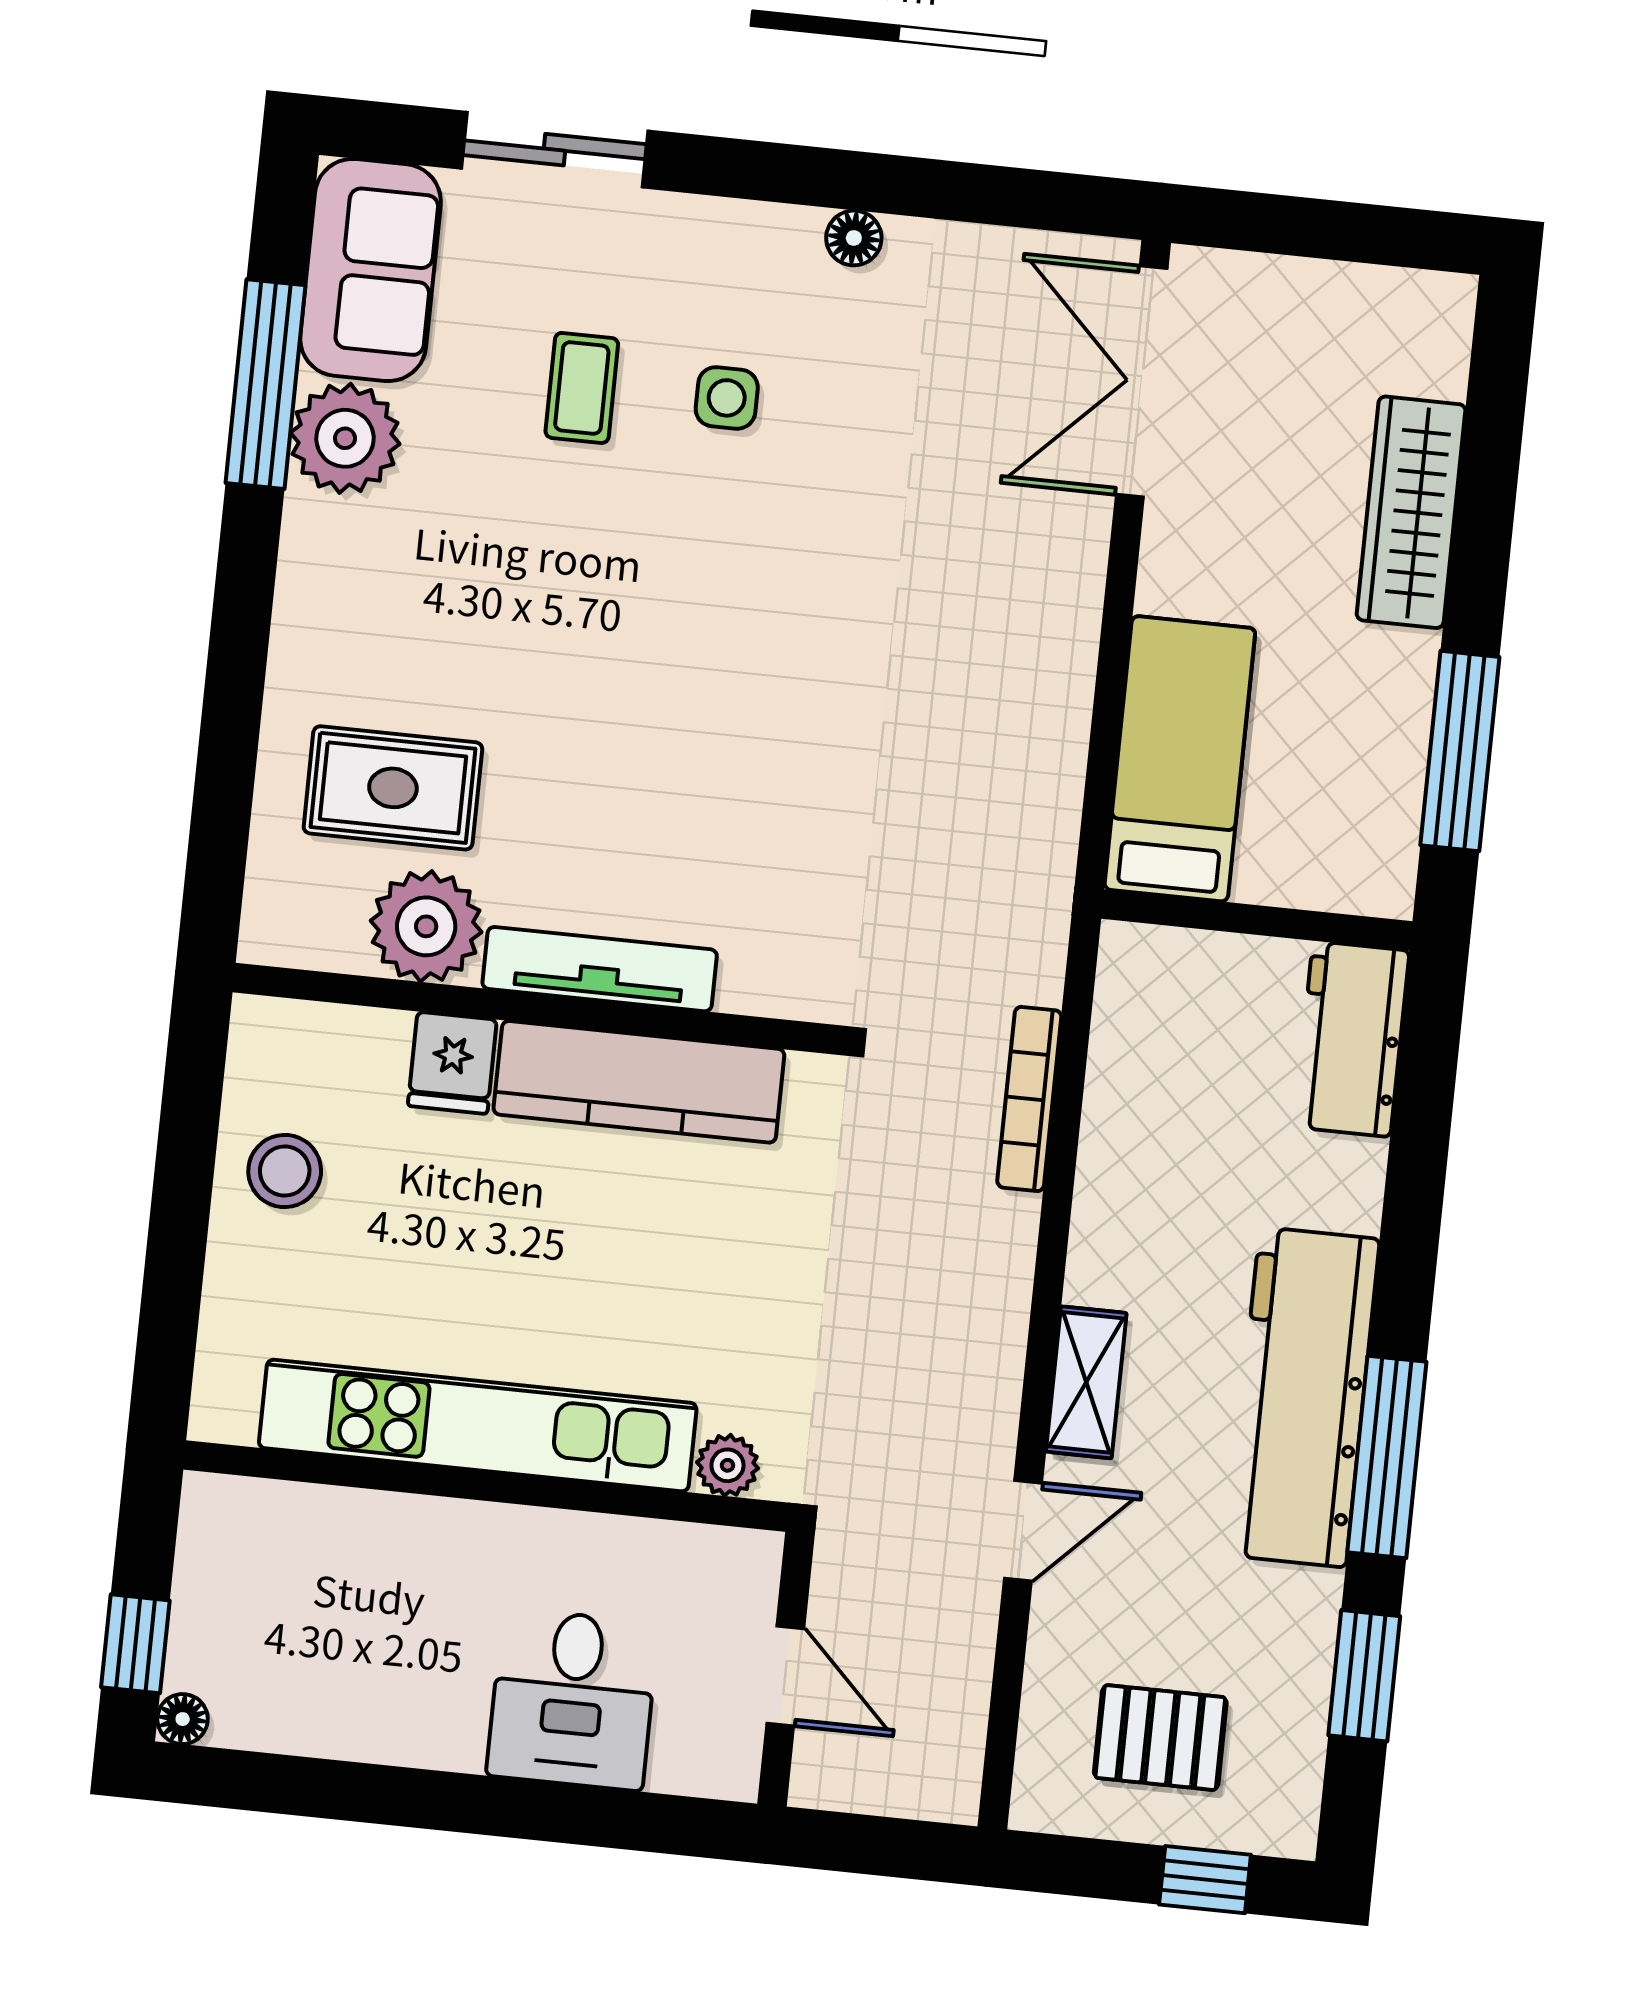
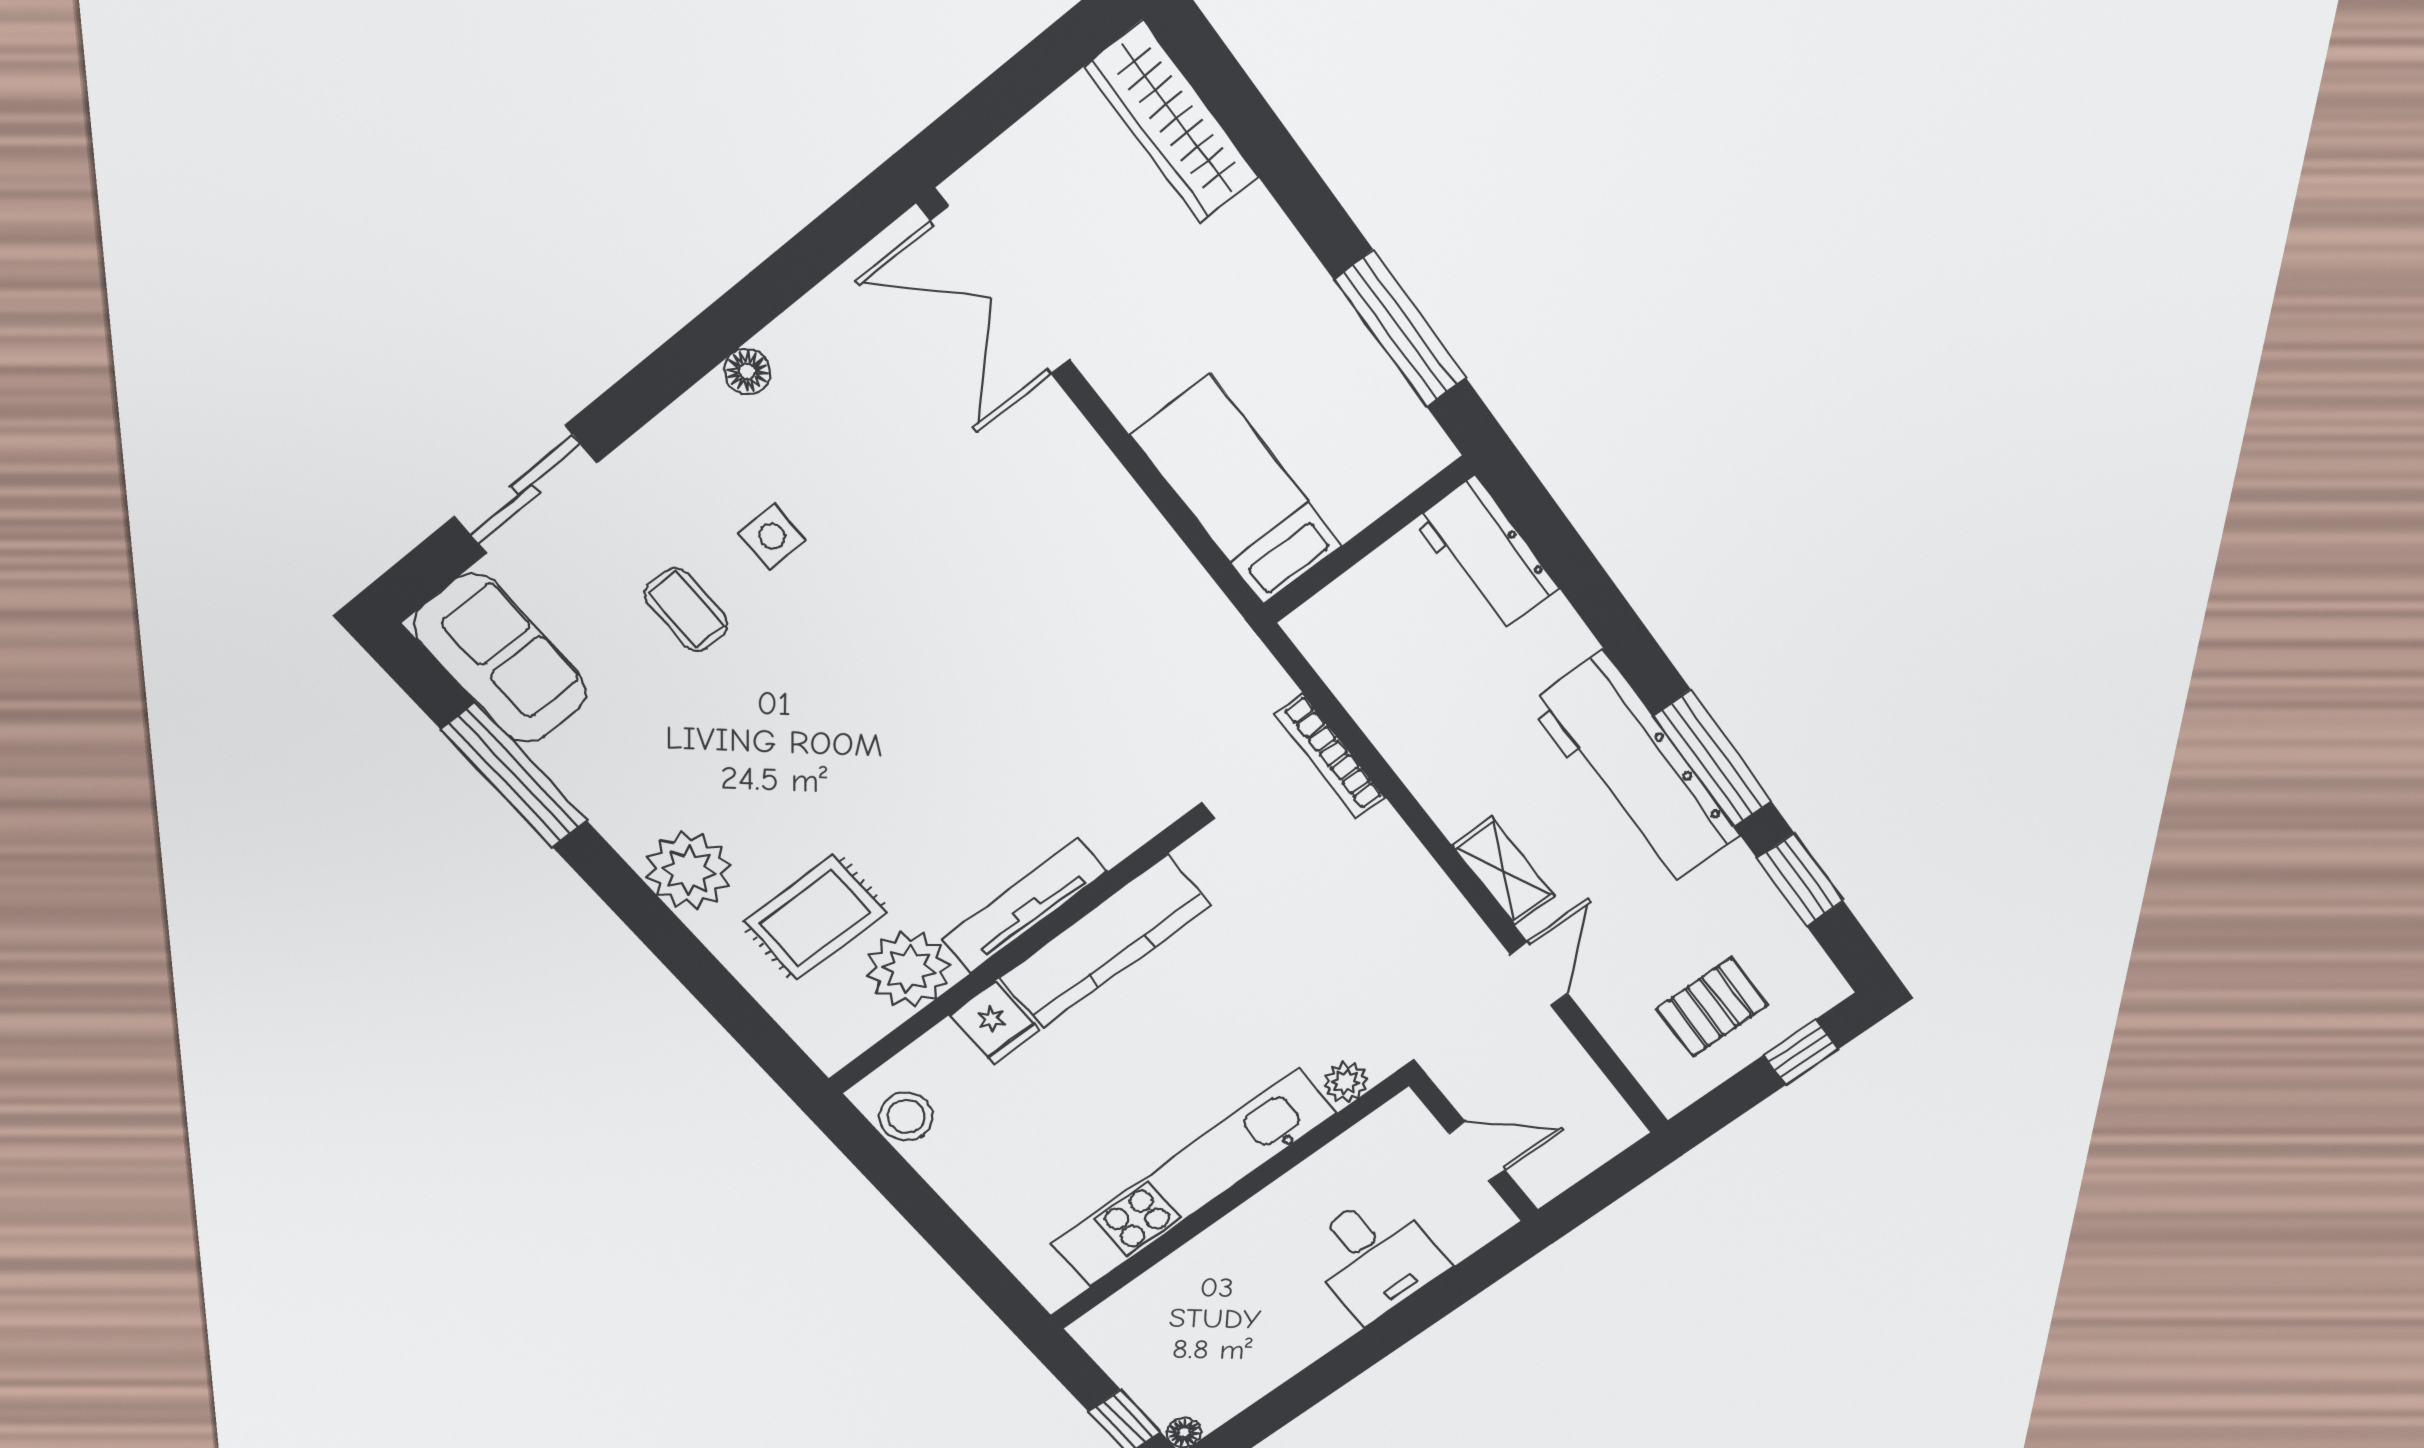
plant: (345, 438) -> (689, 871), moved
wardrobe: (1411, 512) -> (1172, 122), moved
stool: (285, 1171) -> (906, 1116), moved

